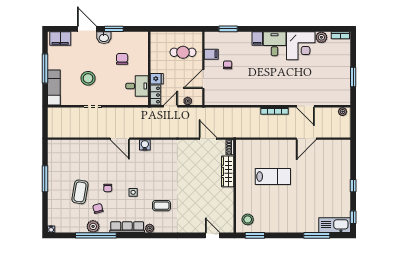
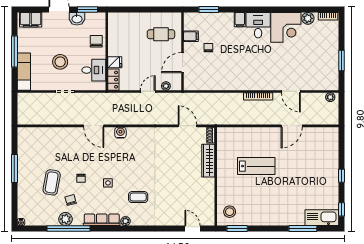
wall: (149, 68) -> (107, 51), moved
fridge: (157, 79) -> (115, 62), moved
desk: (137, 86) -> (94, 70), moved
locker: (155, 95) -> (113, 80), moved

